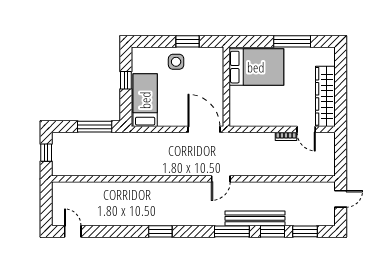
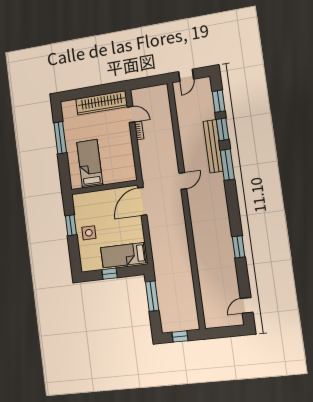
bed: (256, 67) -> (90, 164), width x0.67
door: (306, 129) -> (131, 114), hinge flipped
door: (221, 179) -> (183, 181), hinge flipped
door: (341, 199) -> (186, 75), swing flipped
window: (160, 231) -> (239, 247), moved

